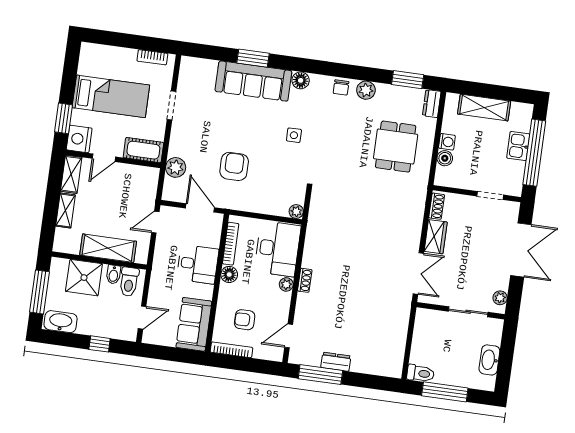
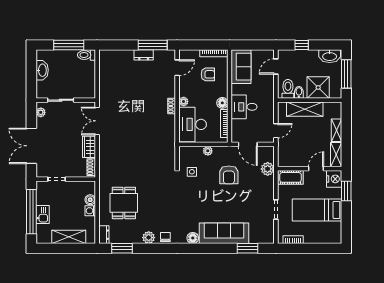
window: (253, 58) -> (248, 248), moved
side table: (294, 135) -> (192, 172), moved
plant: (296, 212) -> (208, 151), moved

